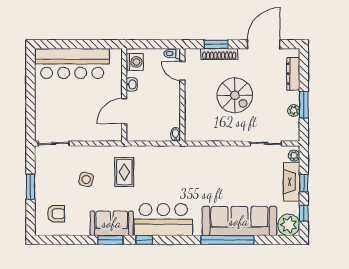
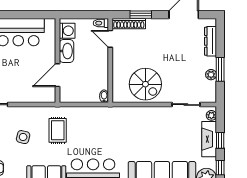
shoe rack: (219, 54) -> (129, 24), moved
washbasin: (132, 84) -> (67, 51), width x1.91, depth x1.45
spiral stairs: (235, 95) -> (145, 84), moved

